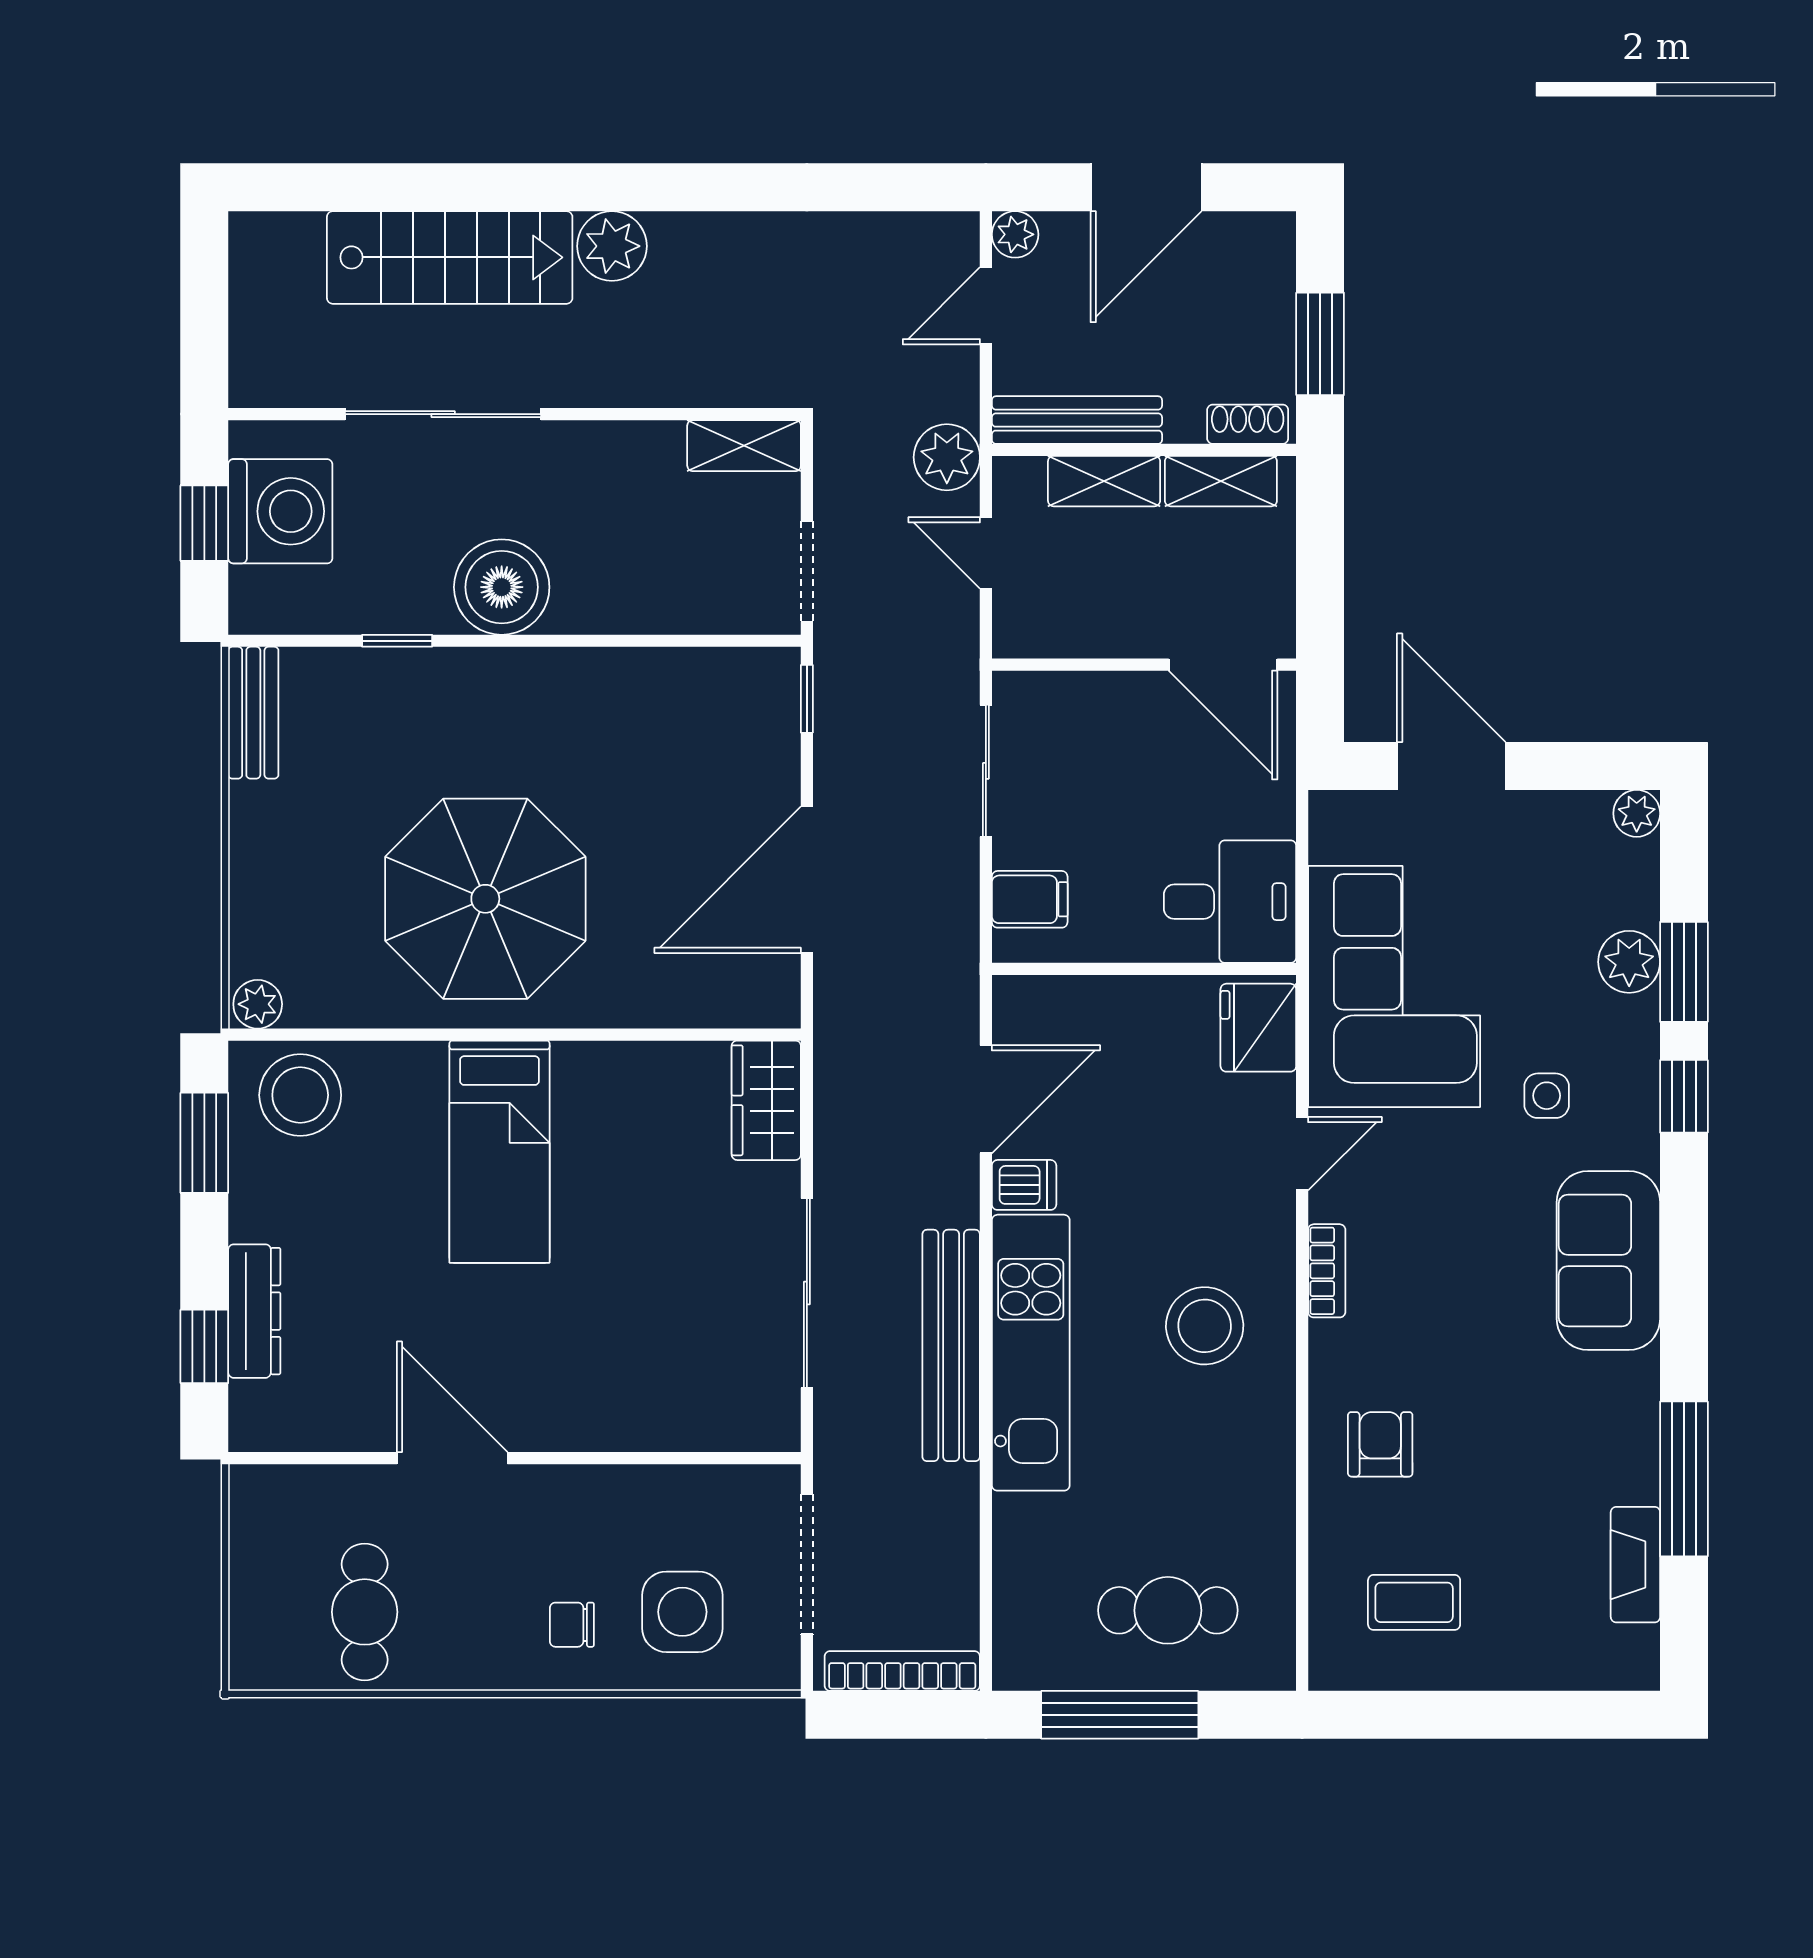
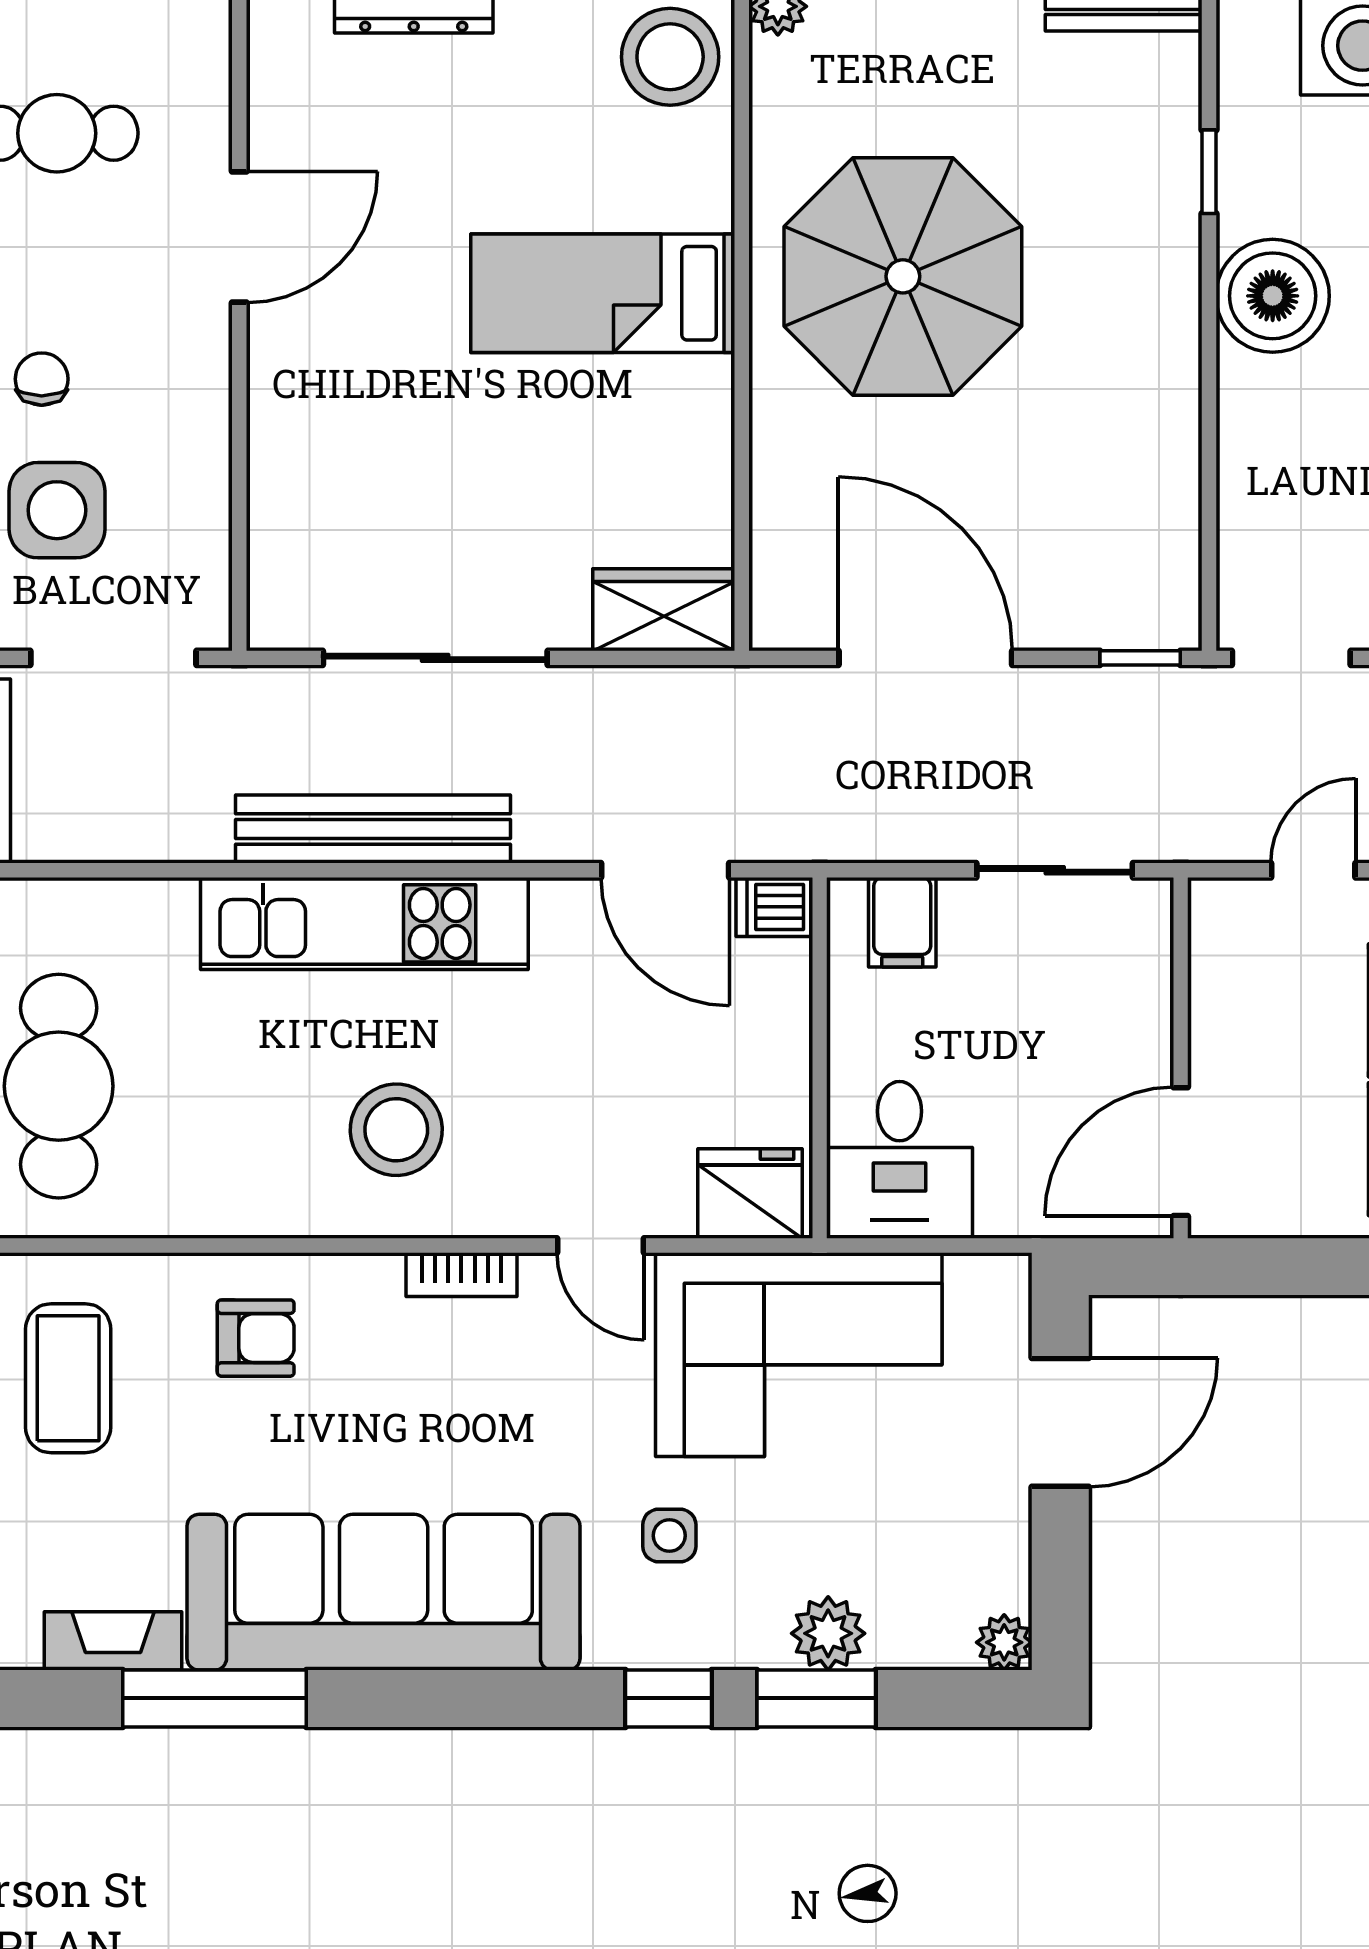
dishwasher: (1024, 1185) -> (774, 907), moved, turned 90
sofa: (1608, 1260) -> (384, 1592), width x1.85, depth x1.27
coffee table: (1414, 1602) -> (68, 1378), width x1.36, depth x1.30
cafe table: (1168, 1610) -> (59, 1086), width x1.37, depth x1.35

